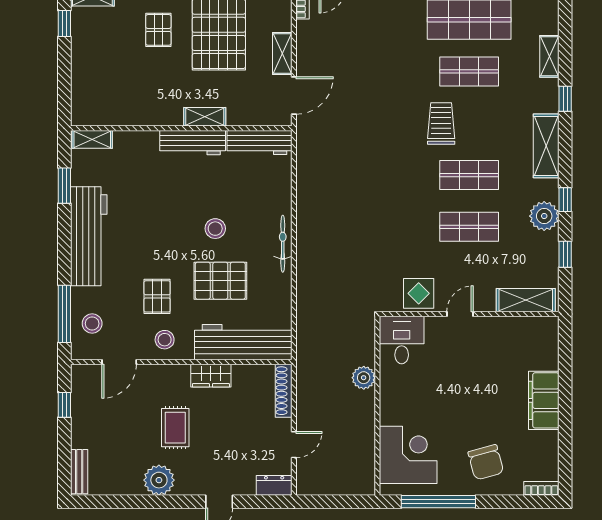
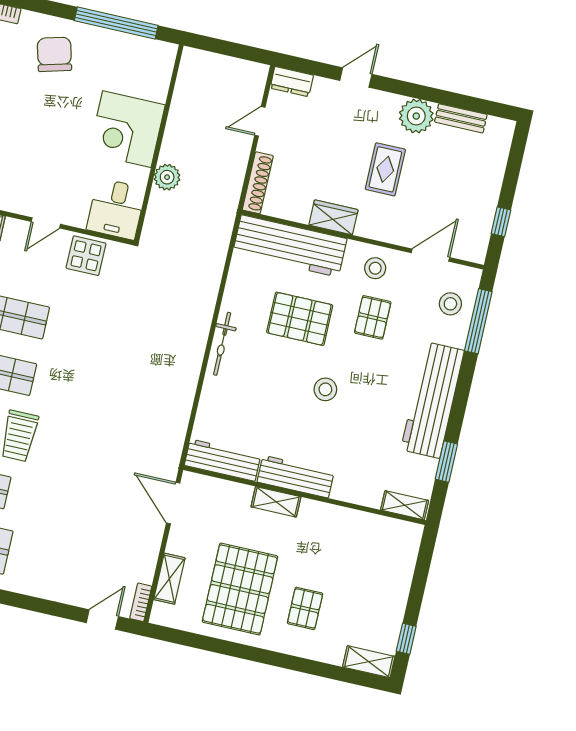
shelving: (282, 53) -> (169, 579), moved
door: (294, 95) -> (173, 503), hinge flipped
stool: (215, 229) -> (325, 389), moved
corner desk: (408, 455) -> (127, 129), moved
bench: (79, 472) -> (461, 118), moved, turned 90

